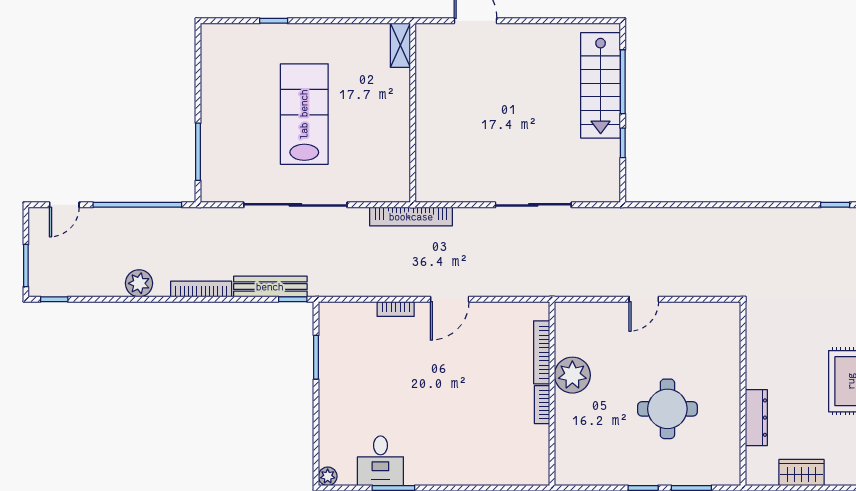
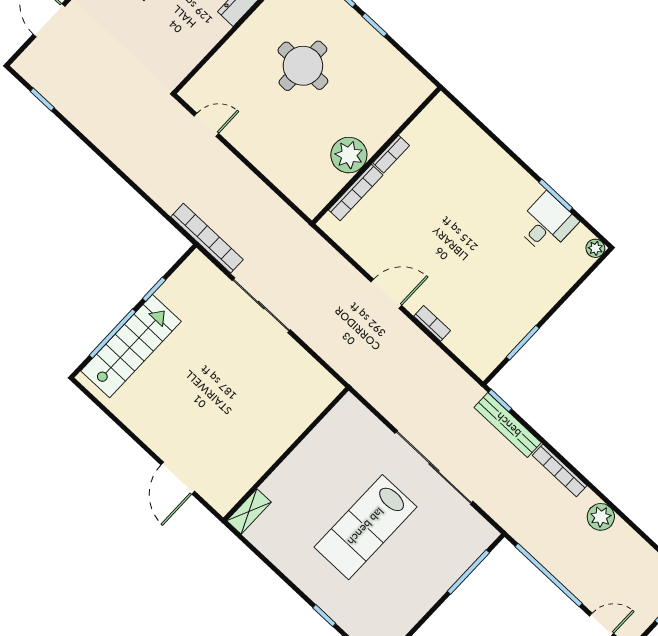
bookcase: (411, 217) -> (207, 238), moved
door: (644, 299) -> (206, 125), moved

